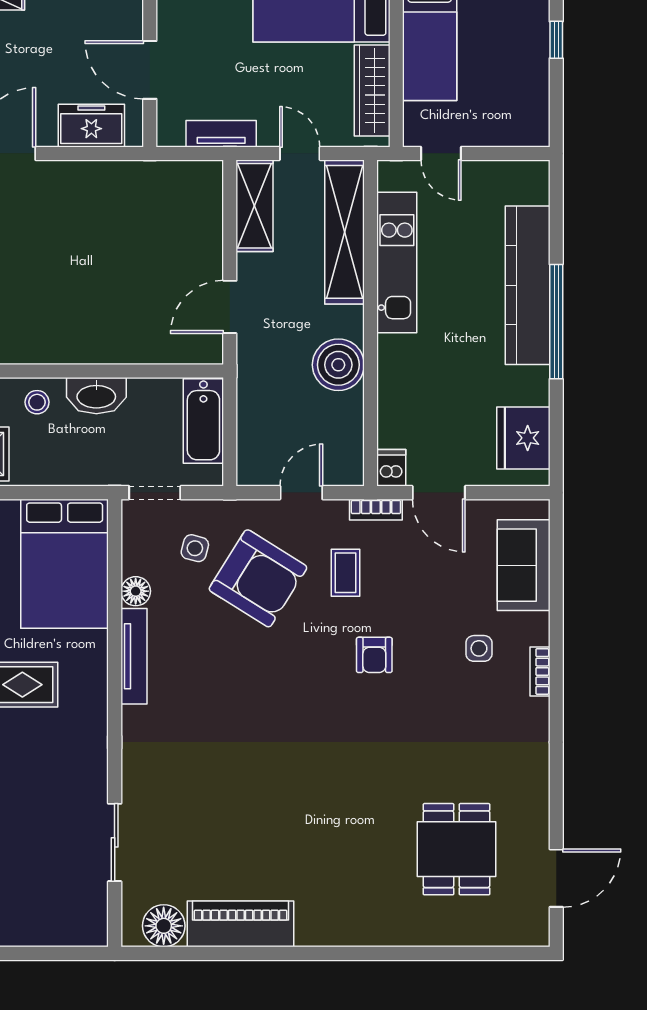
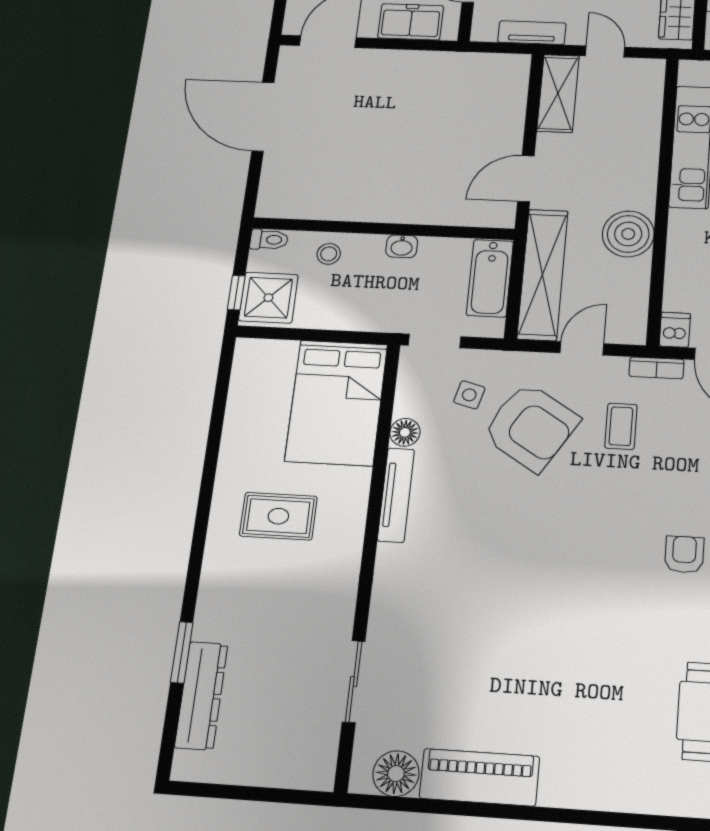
shelving: (345, 232) -> (543, 274), moved
washbasin: (96, 396) -> (402, 246), width x0.52, depth x0.69
armchair: (374, 655) -> (684, 554), moved, turned 180

